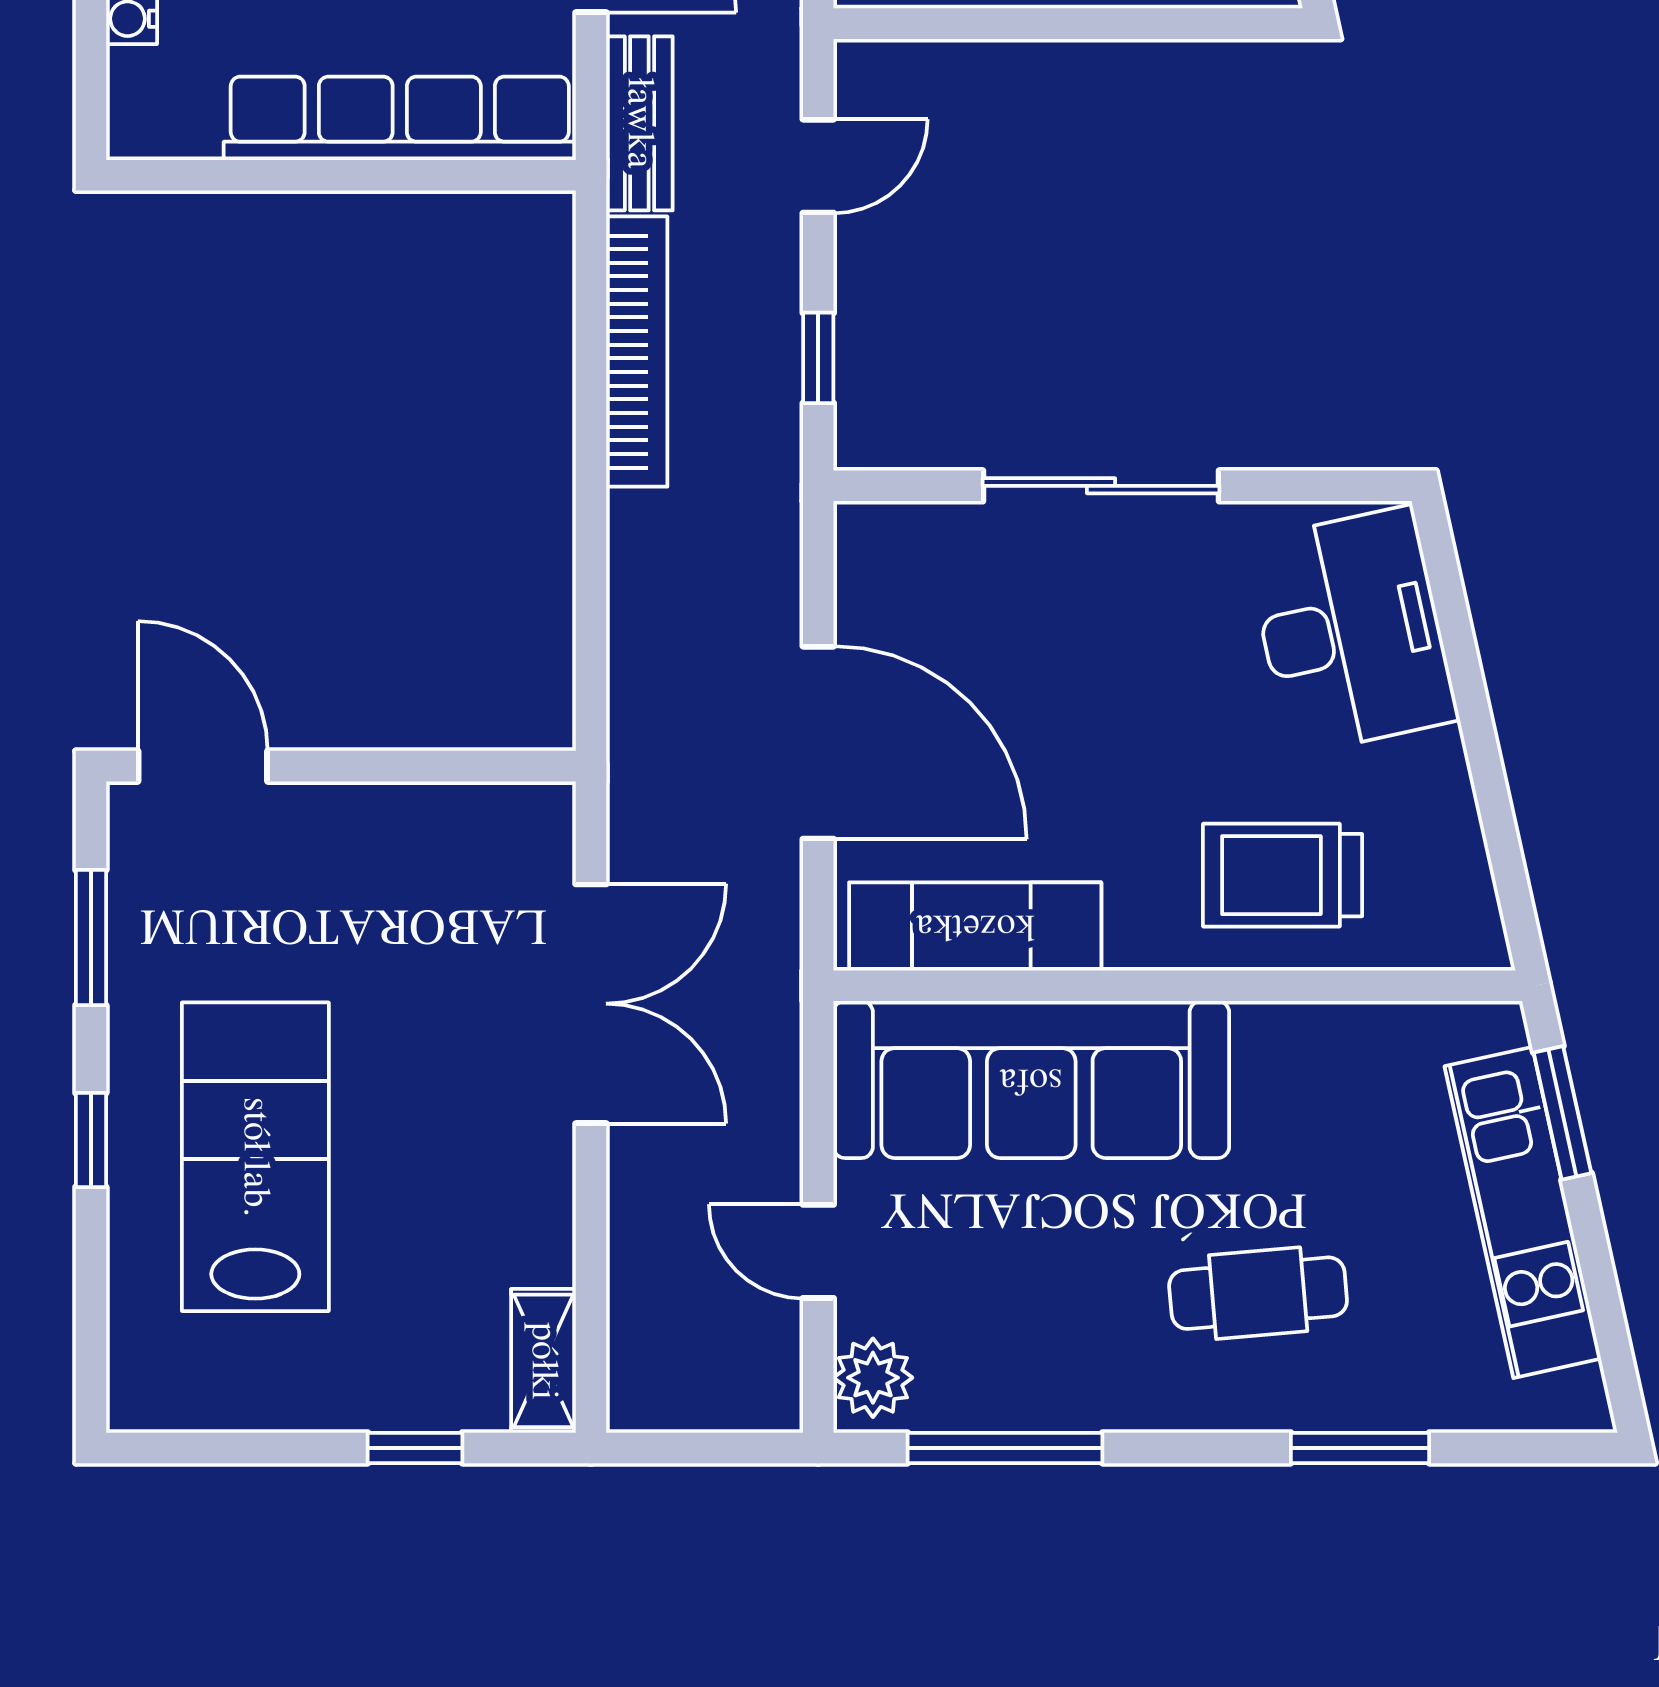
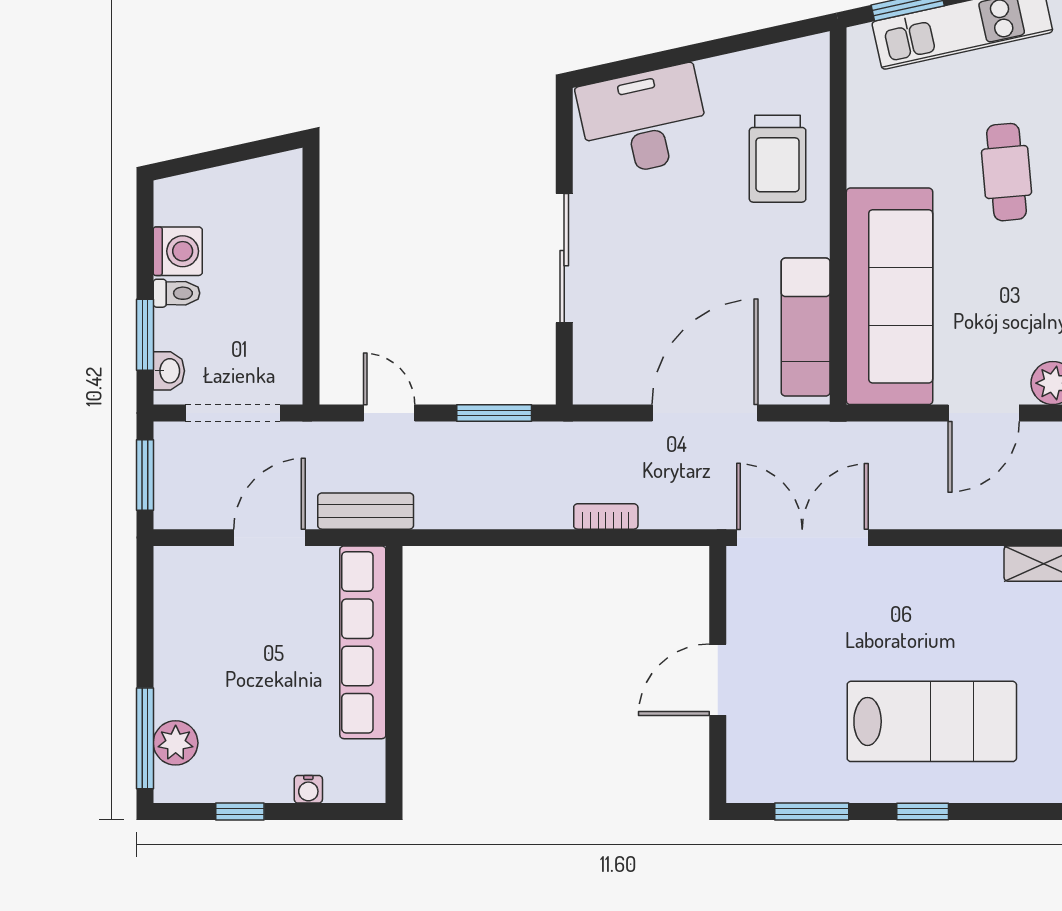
bookcase: (637, 352) -> (606, 516), moved, width x0.43, depth x0.76
window: (818, 358) -> (494, 413), width x1.50
door: (203, 766) -> (718, 680), moved
double door: (591, 1004) -> (802, 538), moved
lab bench: (255, 1157) -> (932, 721), turned 180
door: (818, 1251) -> (984, 413), width x1.38

